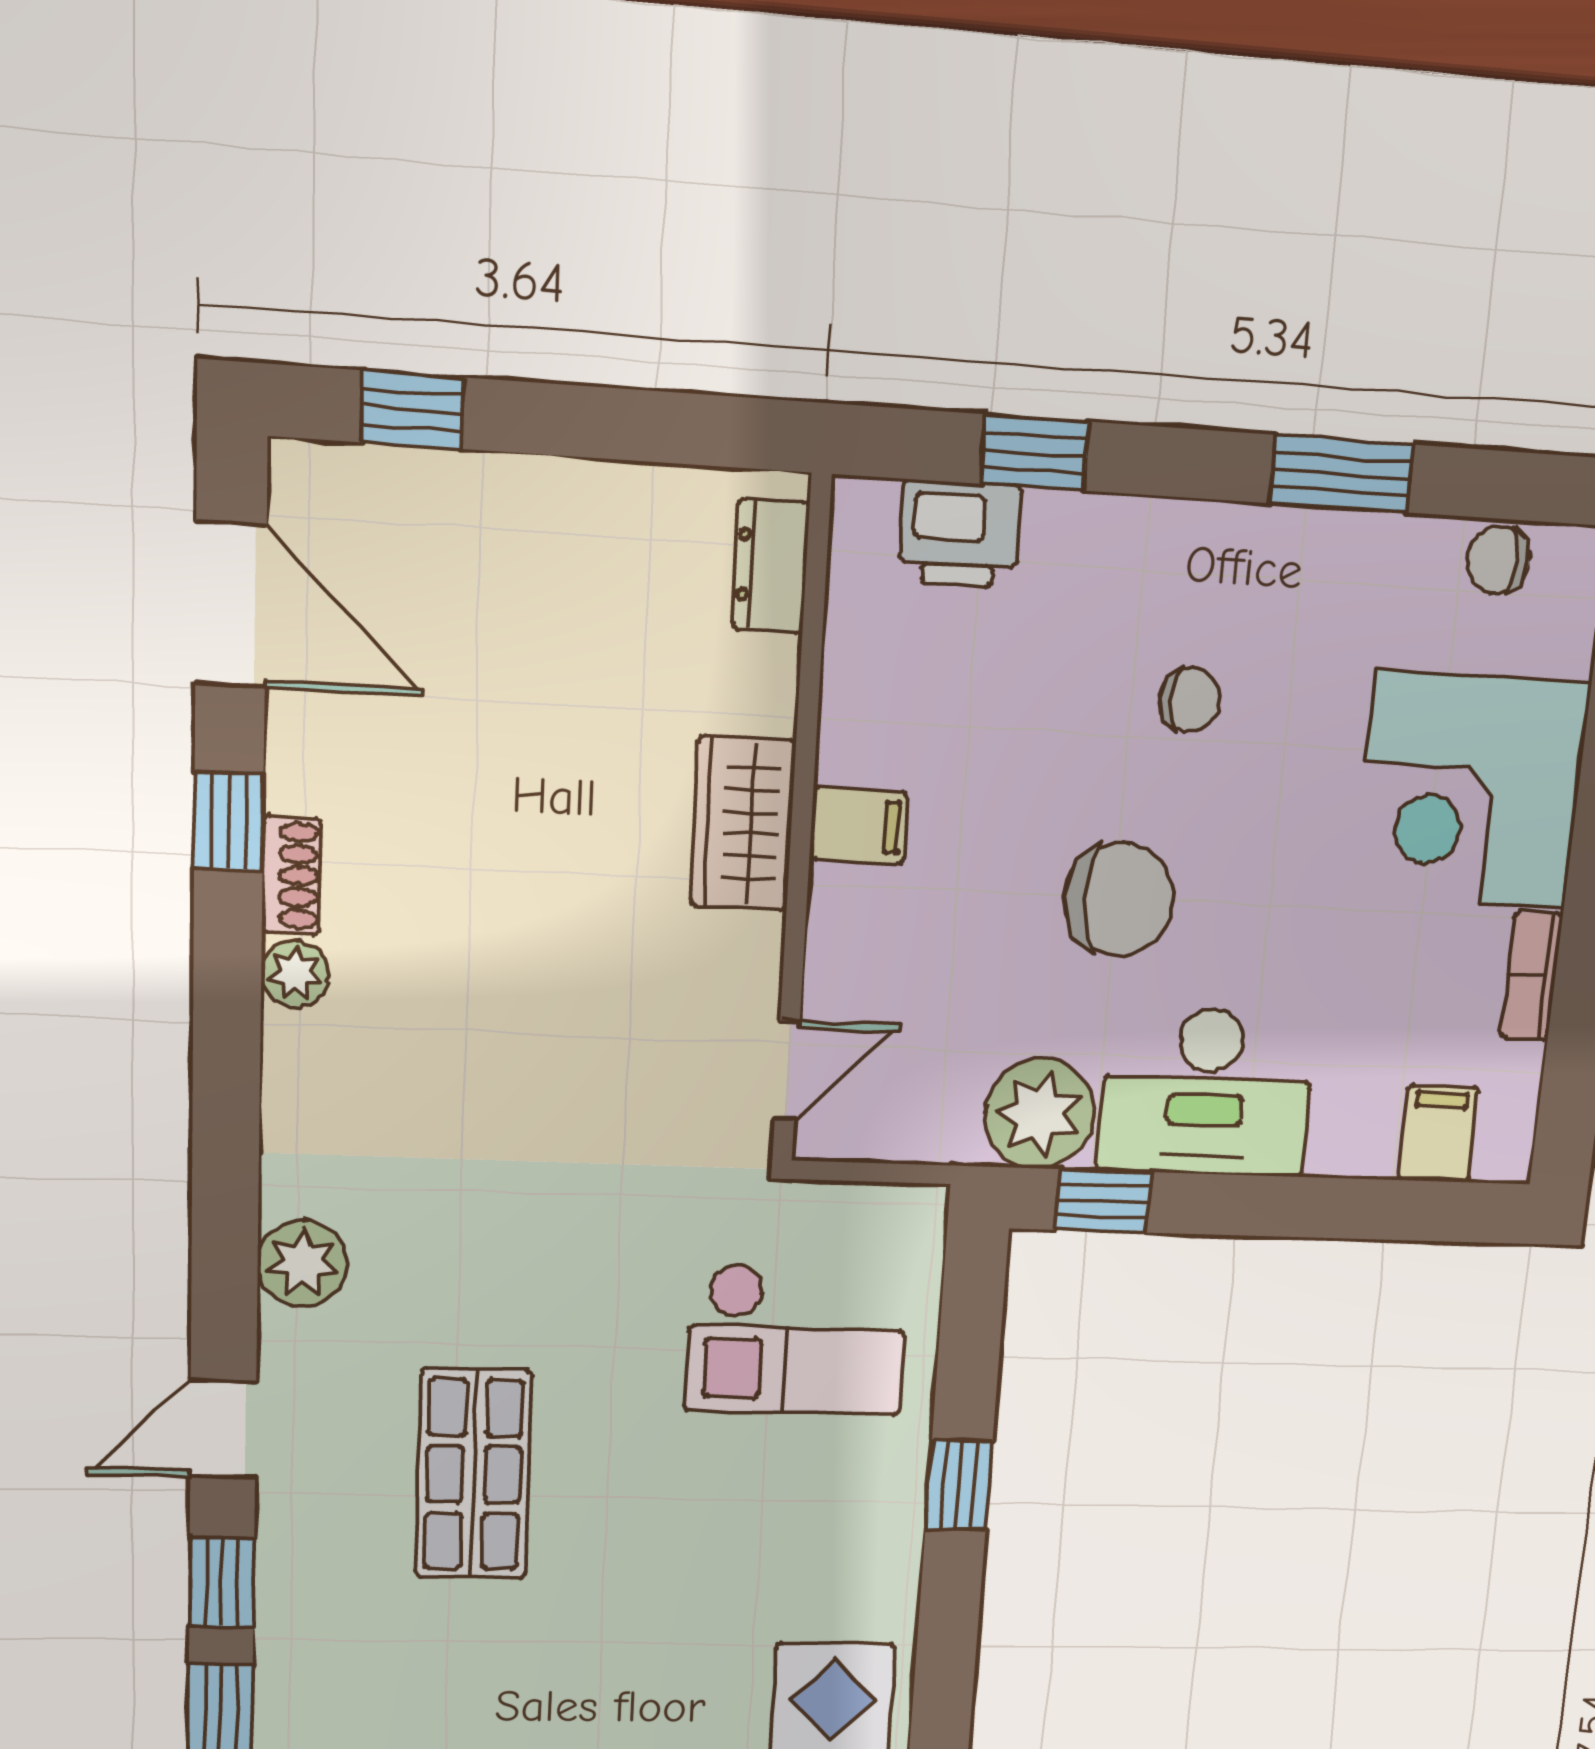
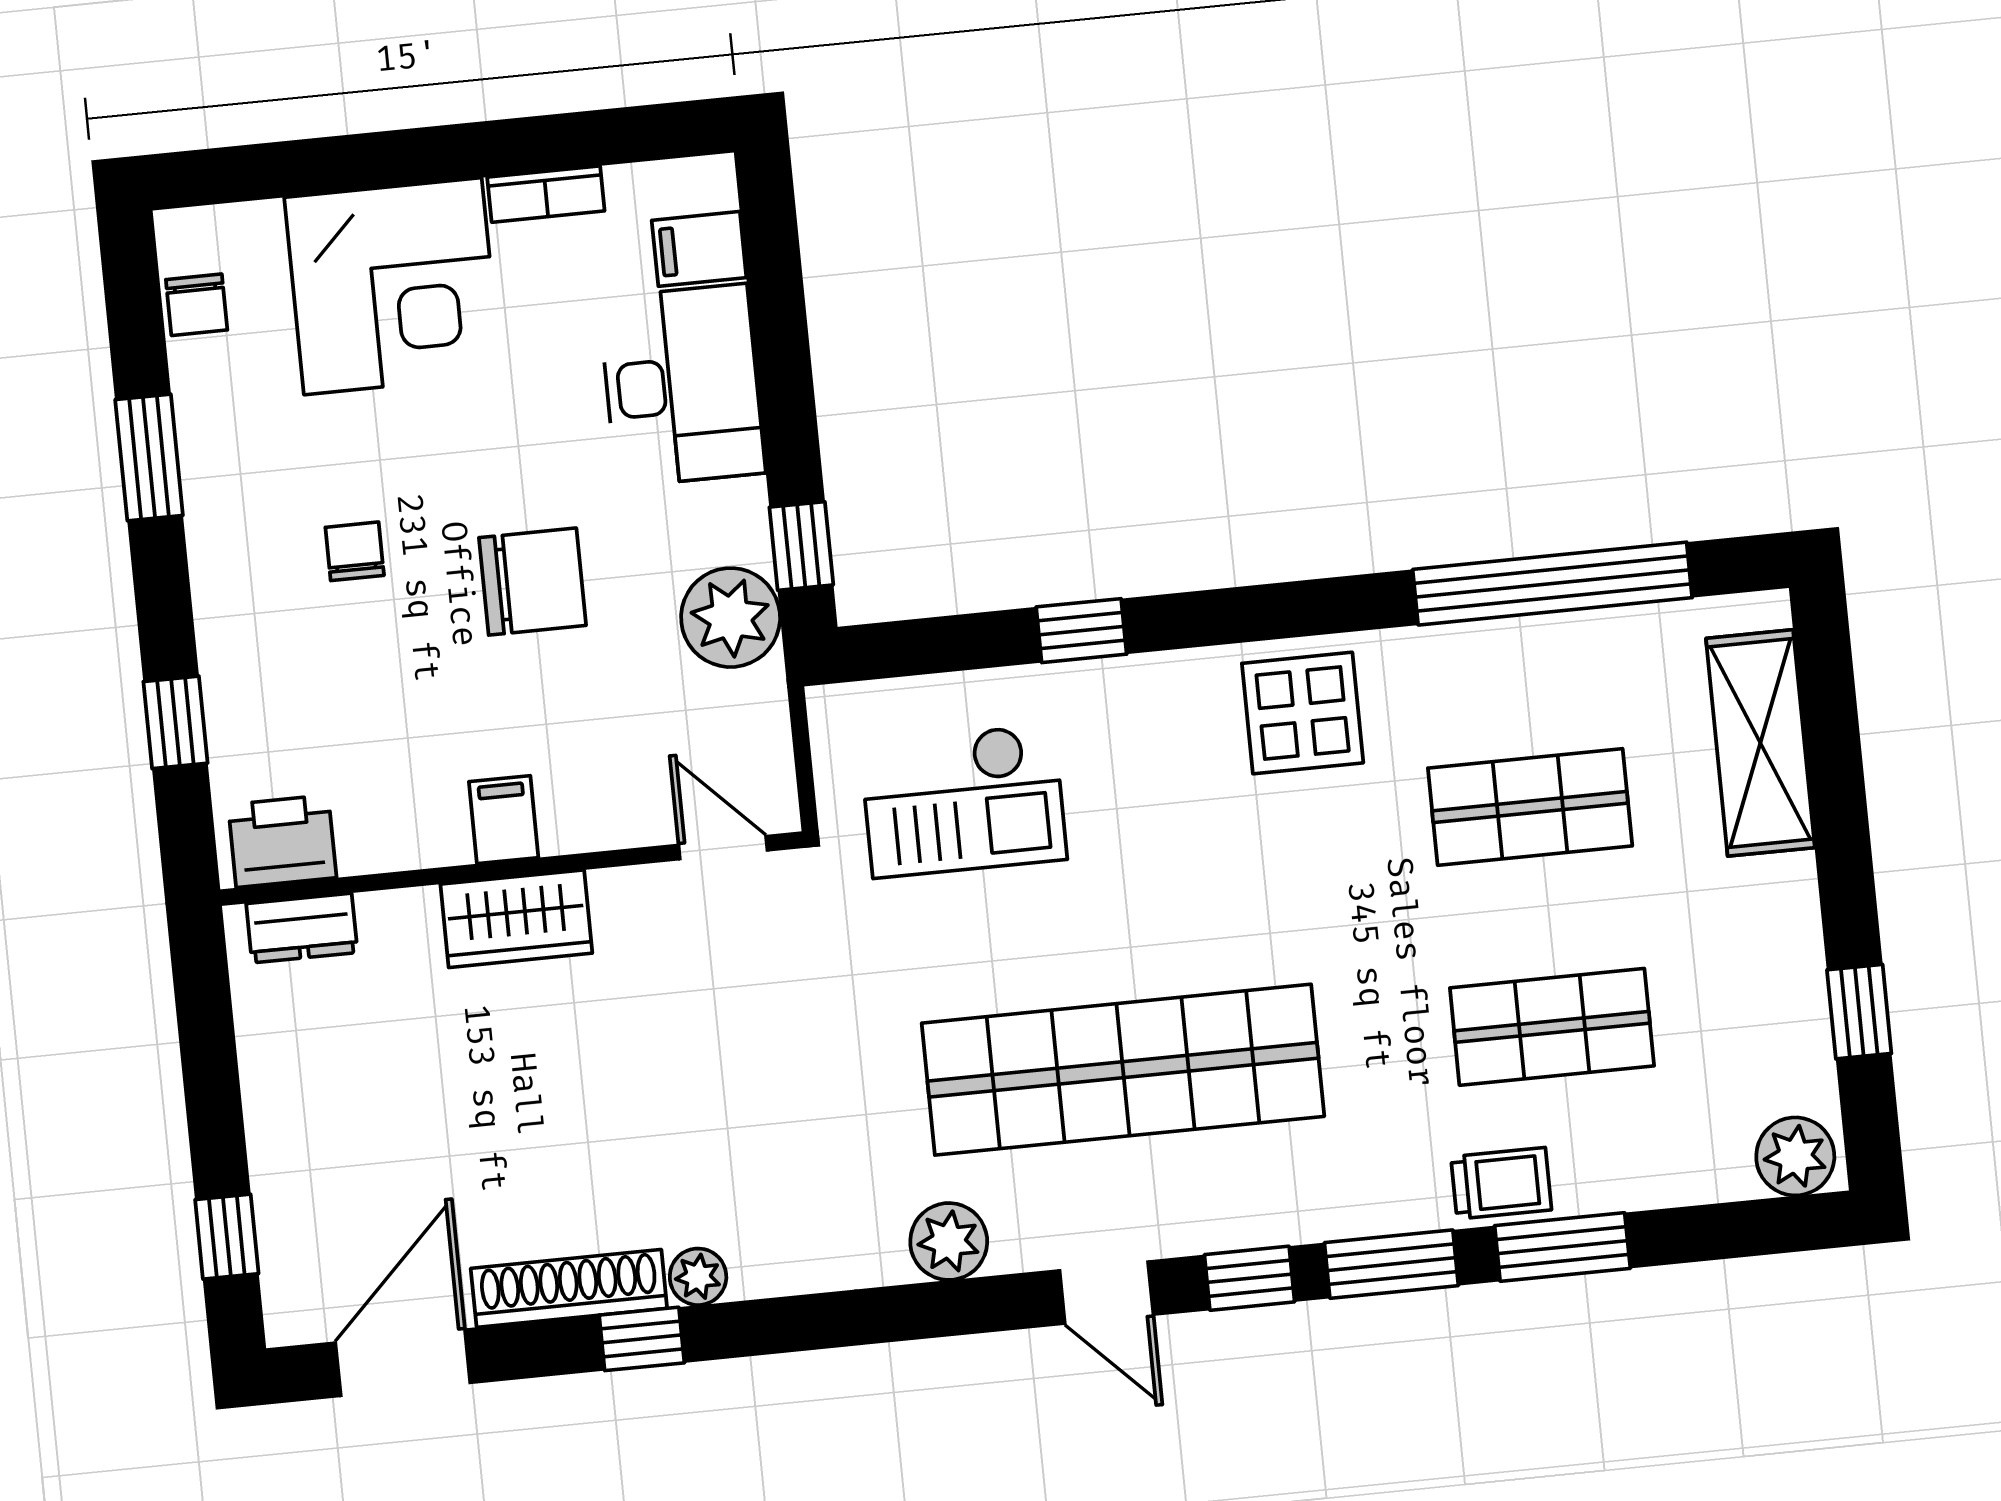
printer: (960, 534) -> (282, 841), moved, turned -90
window: (229, 821) -> (642, 1339), moved
shoe rack: (291, 875) -> (569, 1288), width x1.94, depth x1.24
chair: (1119, 899) -> (532, 582), turned 91
desk: (1207, 1092) -> (682, 385), moved
checkout: (797, 1340) -> (963, 801), turned 90
shop shelf: (474, 1474) -> (1123, 1070), width x2.00, depth x1.36

